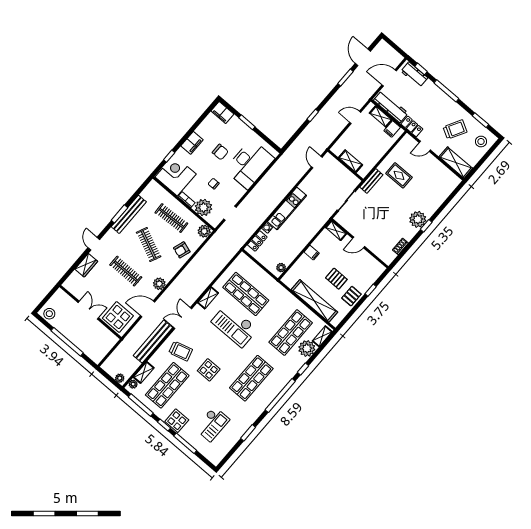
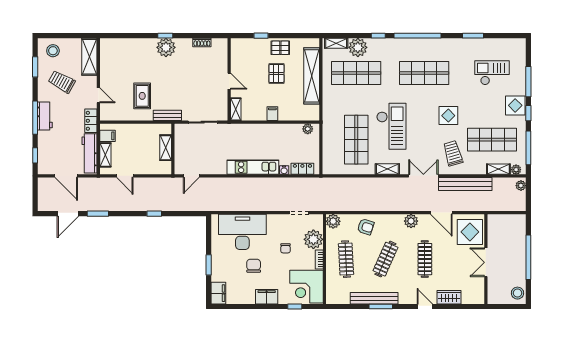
workbench: (414, 75) -> (45, 116), moved
door: (94, 244) -> (425, 306), swing flipped
double door: (183, 318) -> (423, 176), swing flipped

